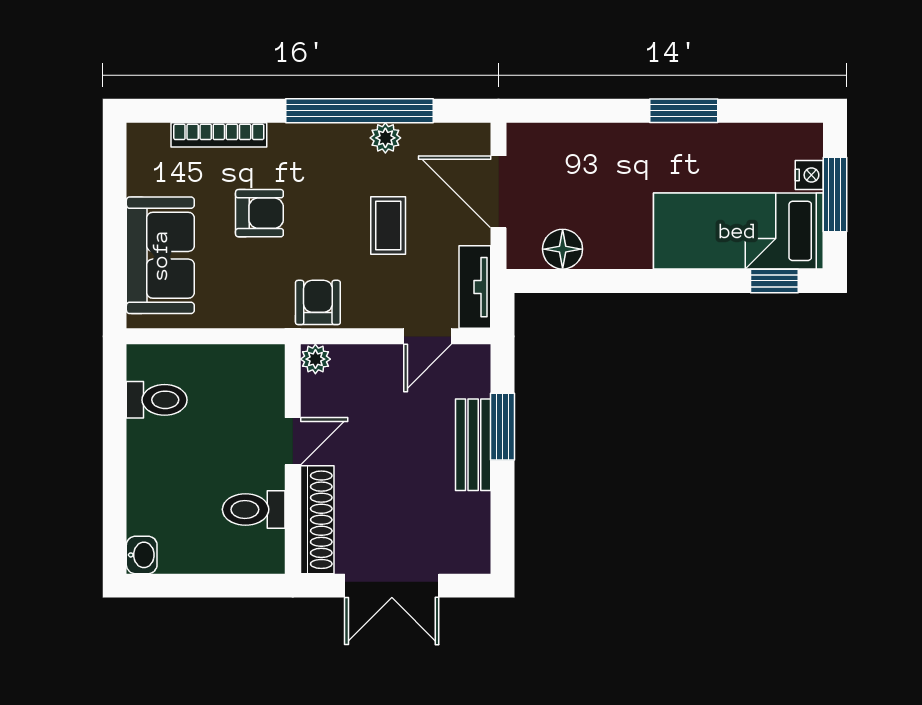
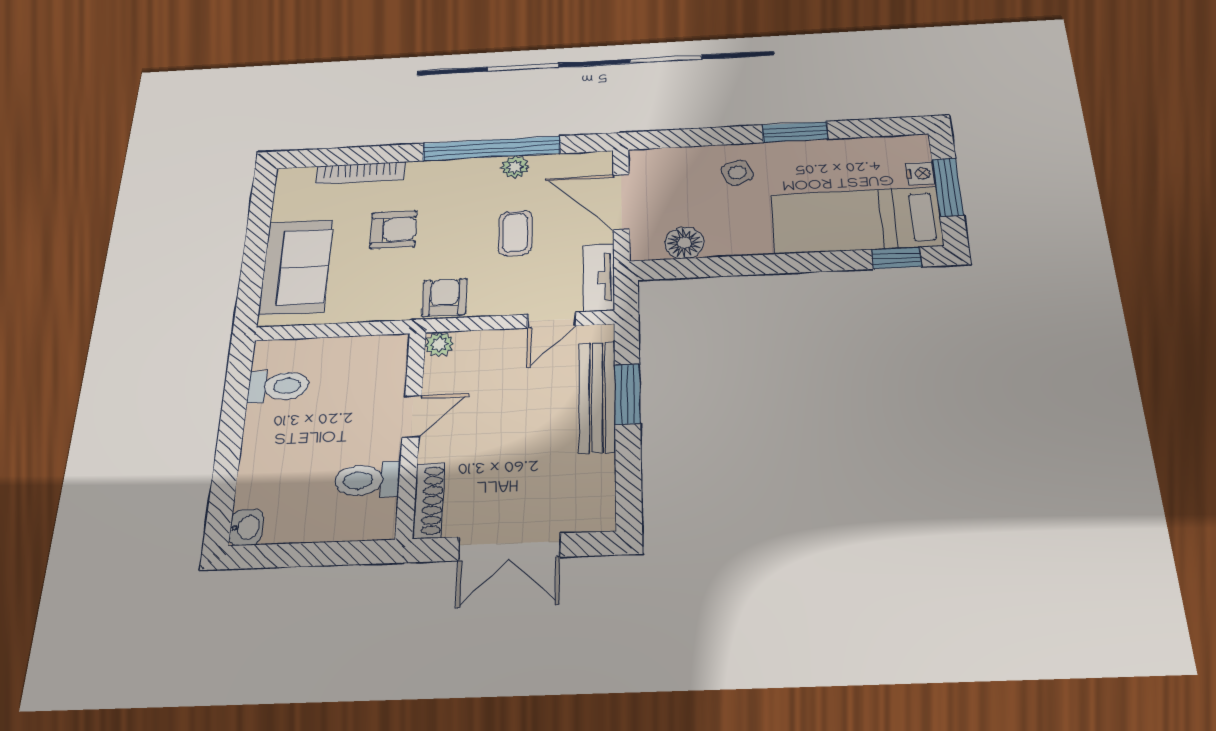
side table: (621, 161) -> (737, 173), added
bench: (473, 445) -> (597, 397), width x1.36
shoe rack: (317, 520) -> (429, 500), width x0.74, depth x0.81

